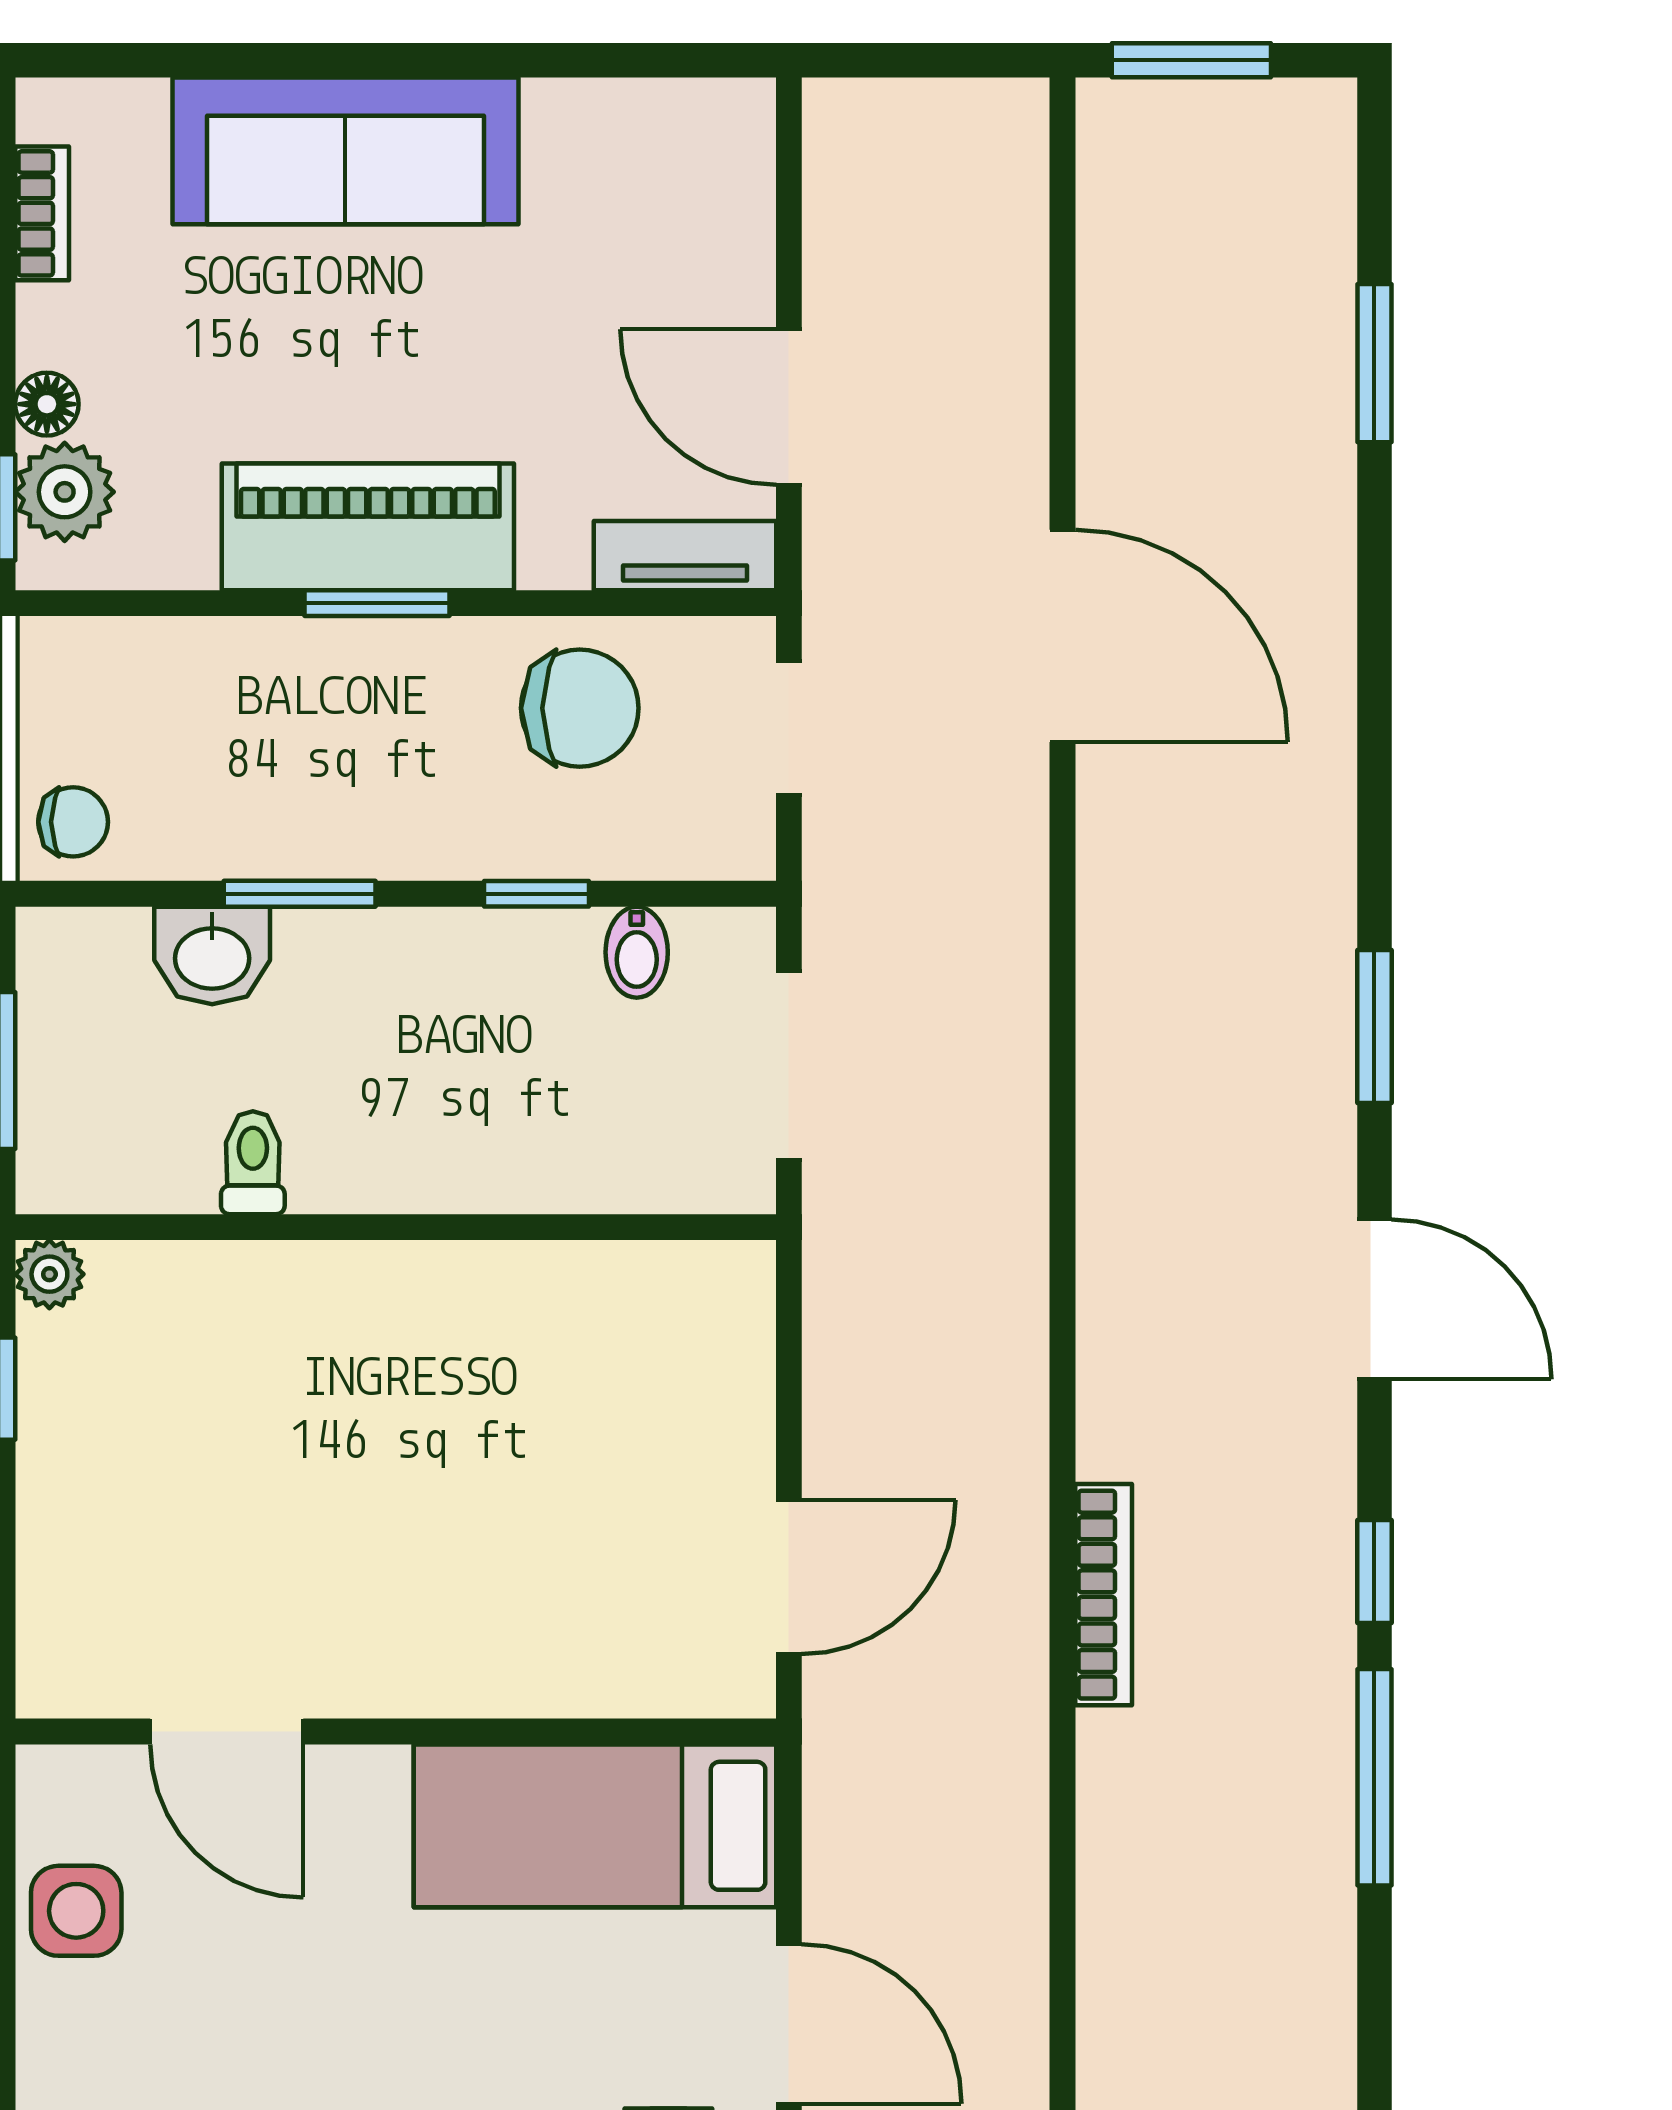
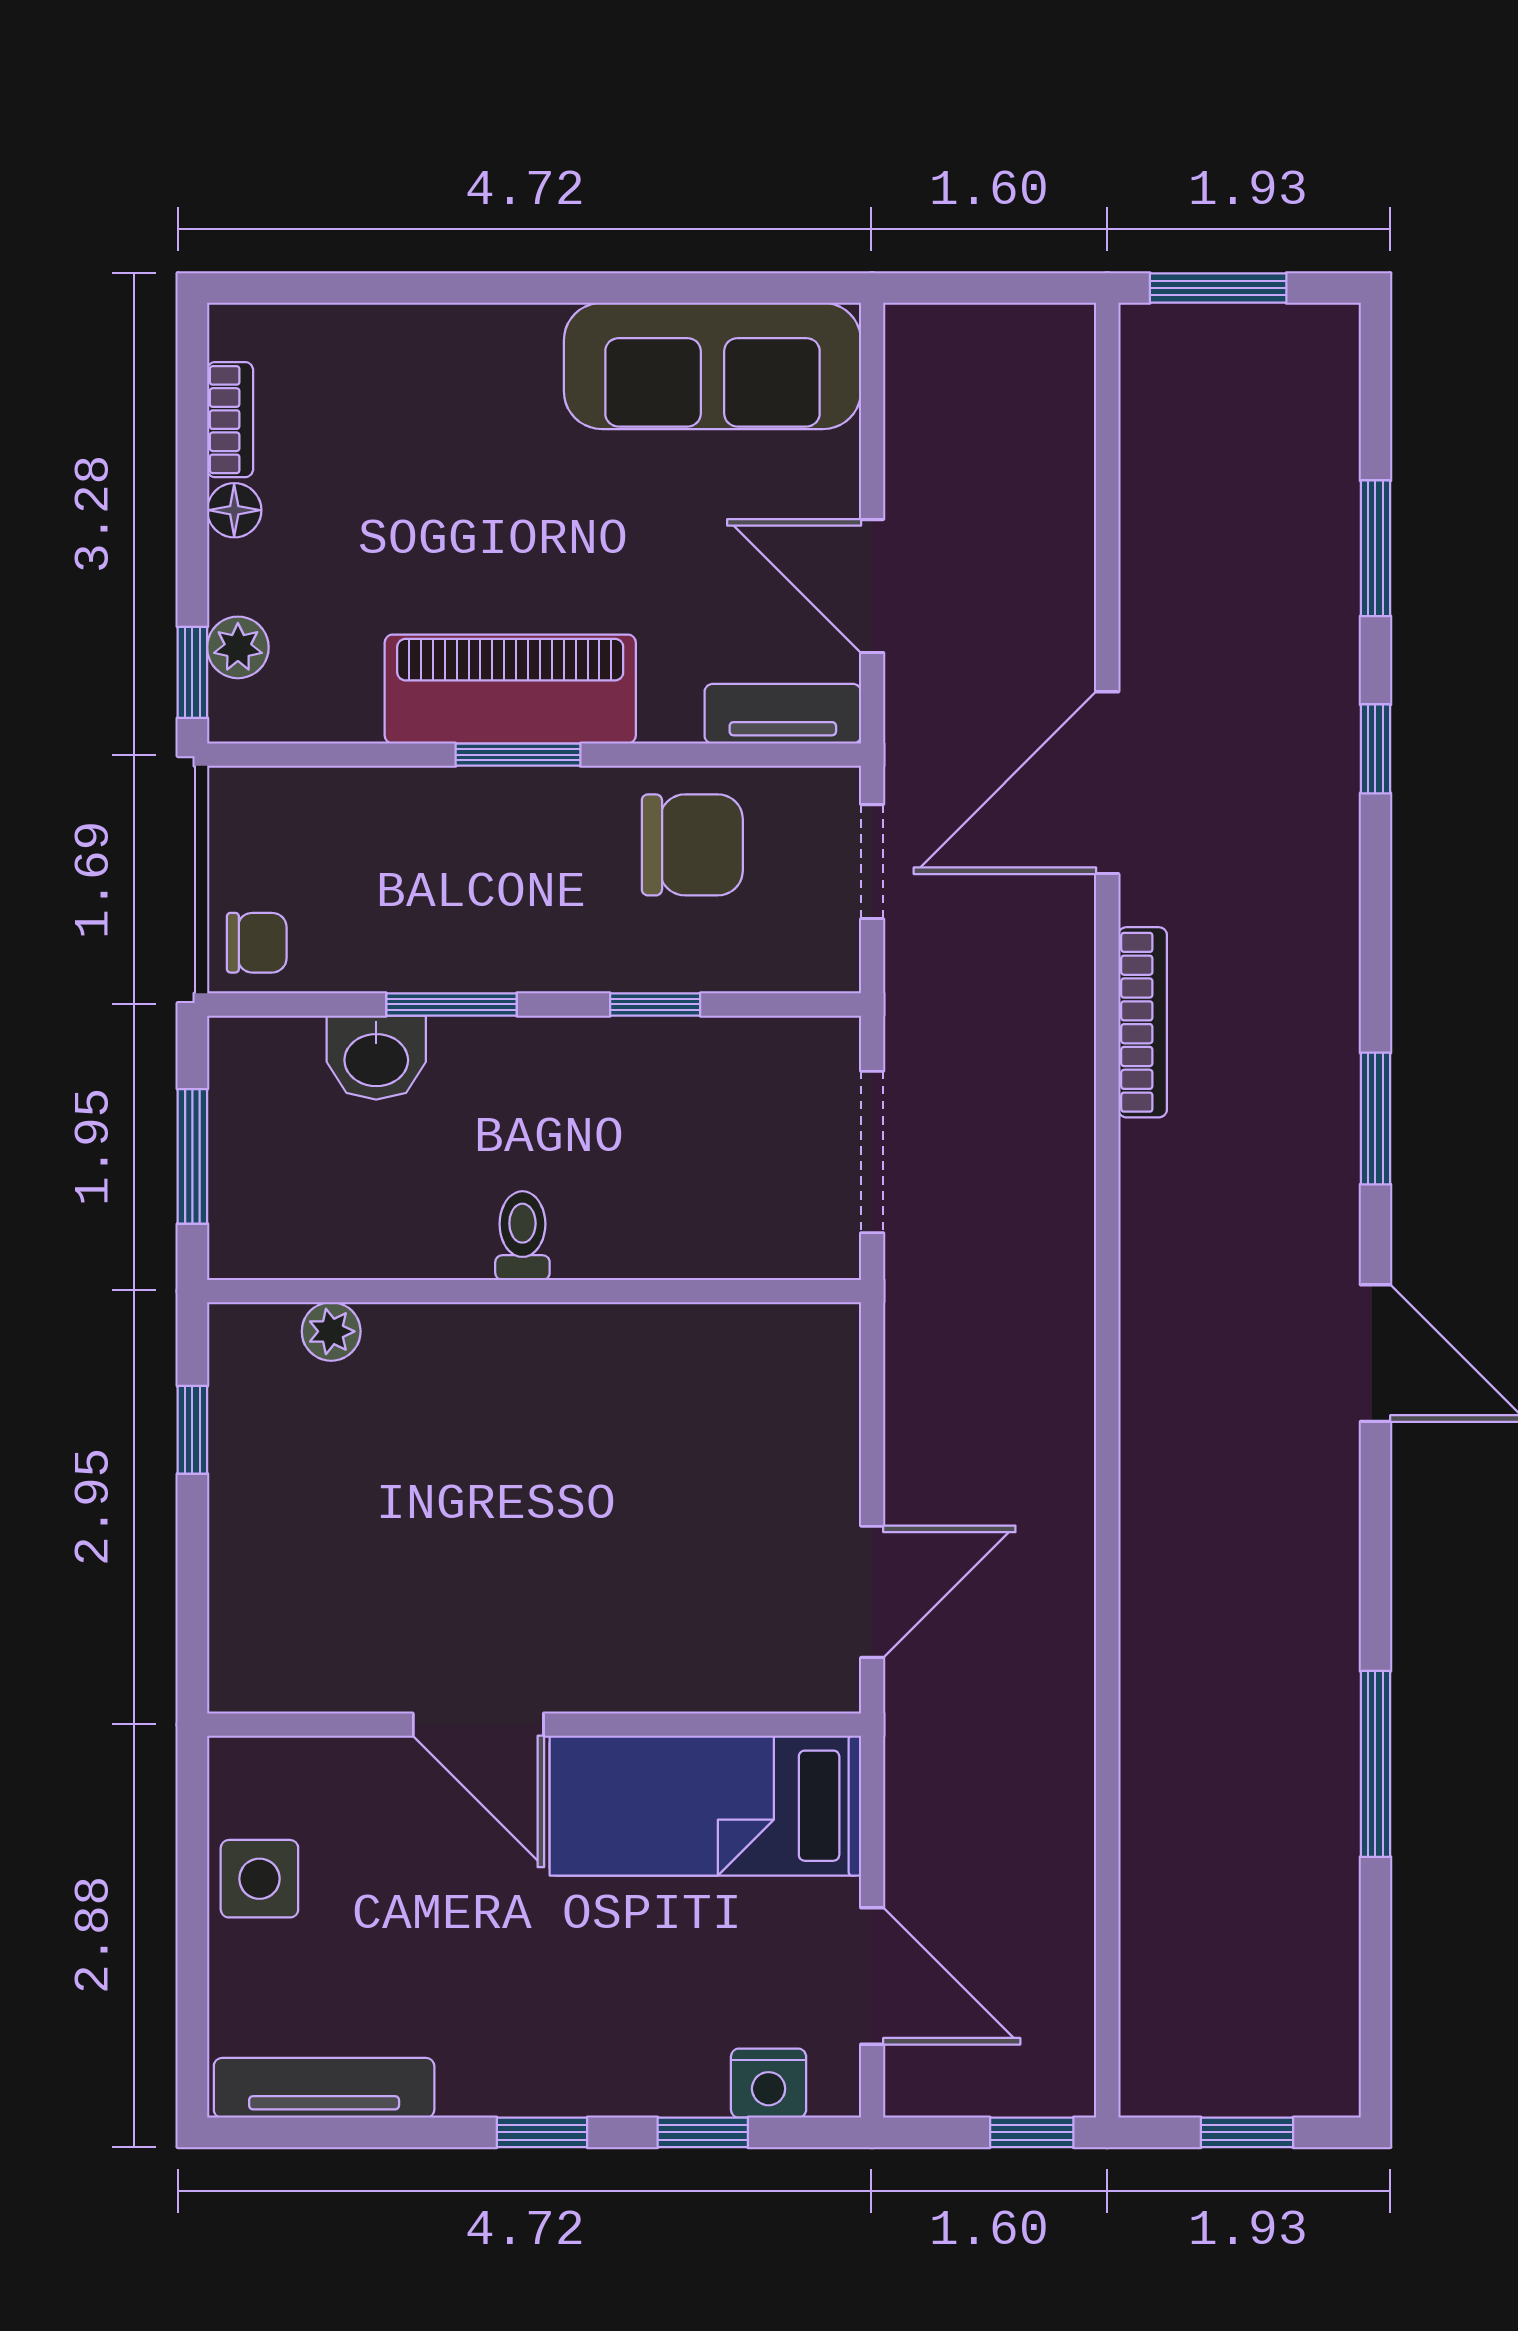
sofa: (345, 151) -> (712, 366), moved
floor lamp: (47, 404) -> (234, 510), moved
plant: (65, 492) -> (238, 647), width x0.73, depth x0.73
door: (1062, 636) -> (1107, 783), swing flipped
bidet: (637, 952) -> (741, 1055), removed
toilet: (253, 1163) -> (522, 1236), moved
plant: (49, 1274) -> (331, 1331), moved
window: (1374, 1572) -> (1375, 749), moved
bookcase: (1104, 1595) -> (1143, 1022), moved
door: (227, 1732) -> (478, 1725), moved

